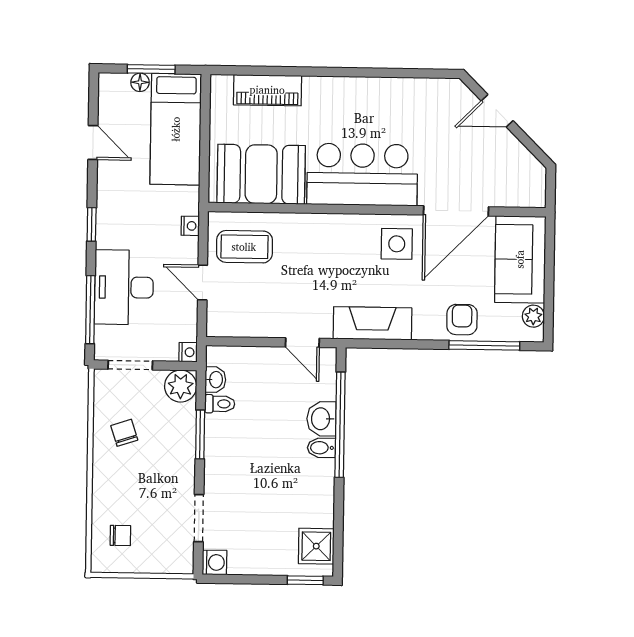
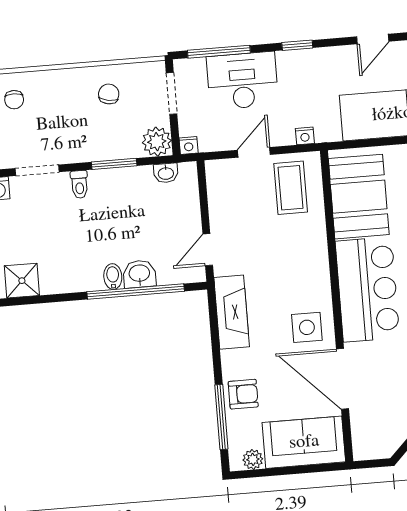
toilet: (220, 404) -> (79, 184), moved
chair: (124, 433) -> (109, 94), turned -61

